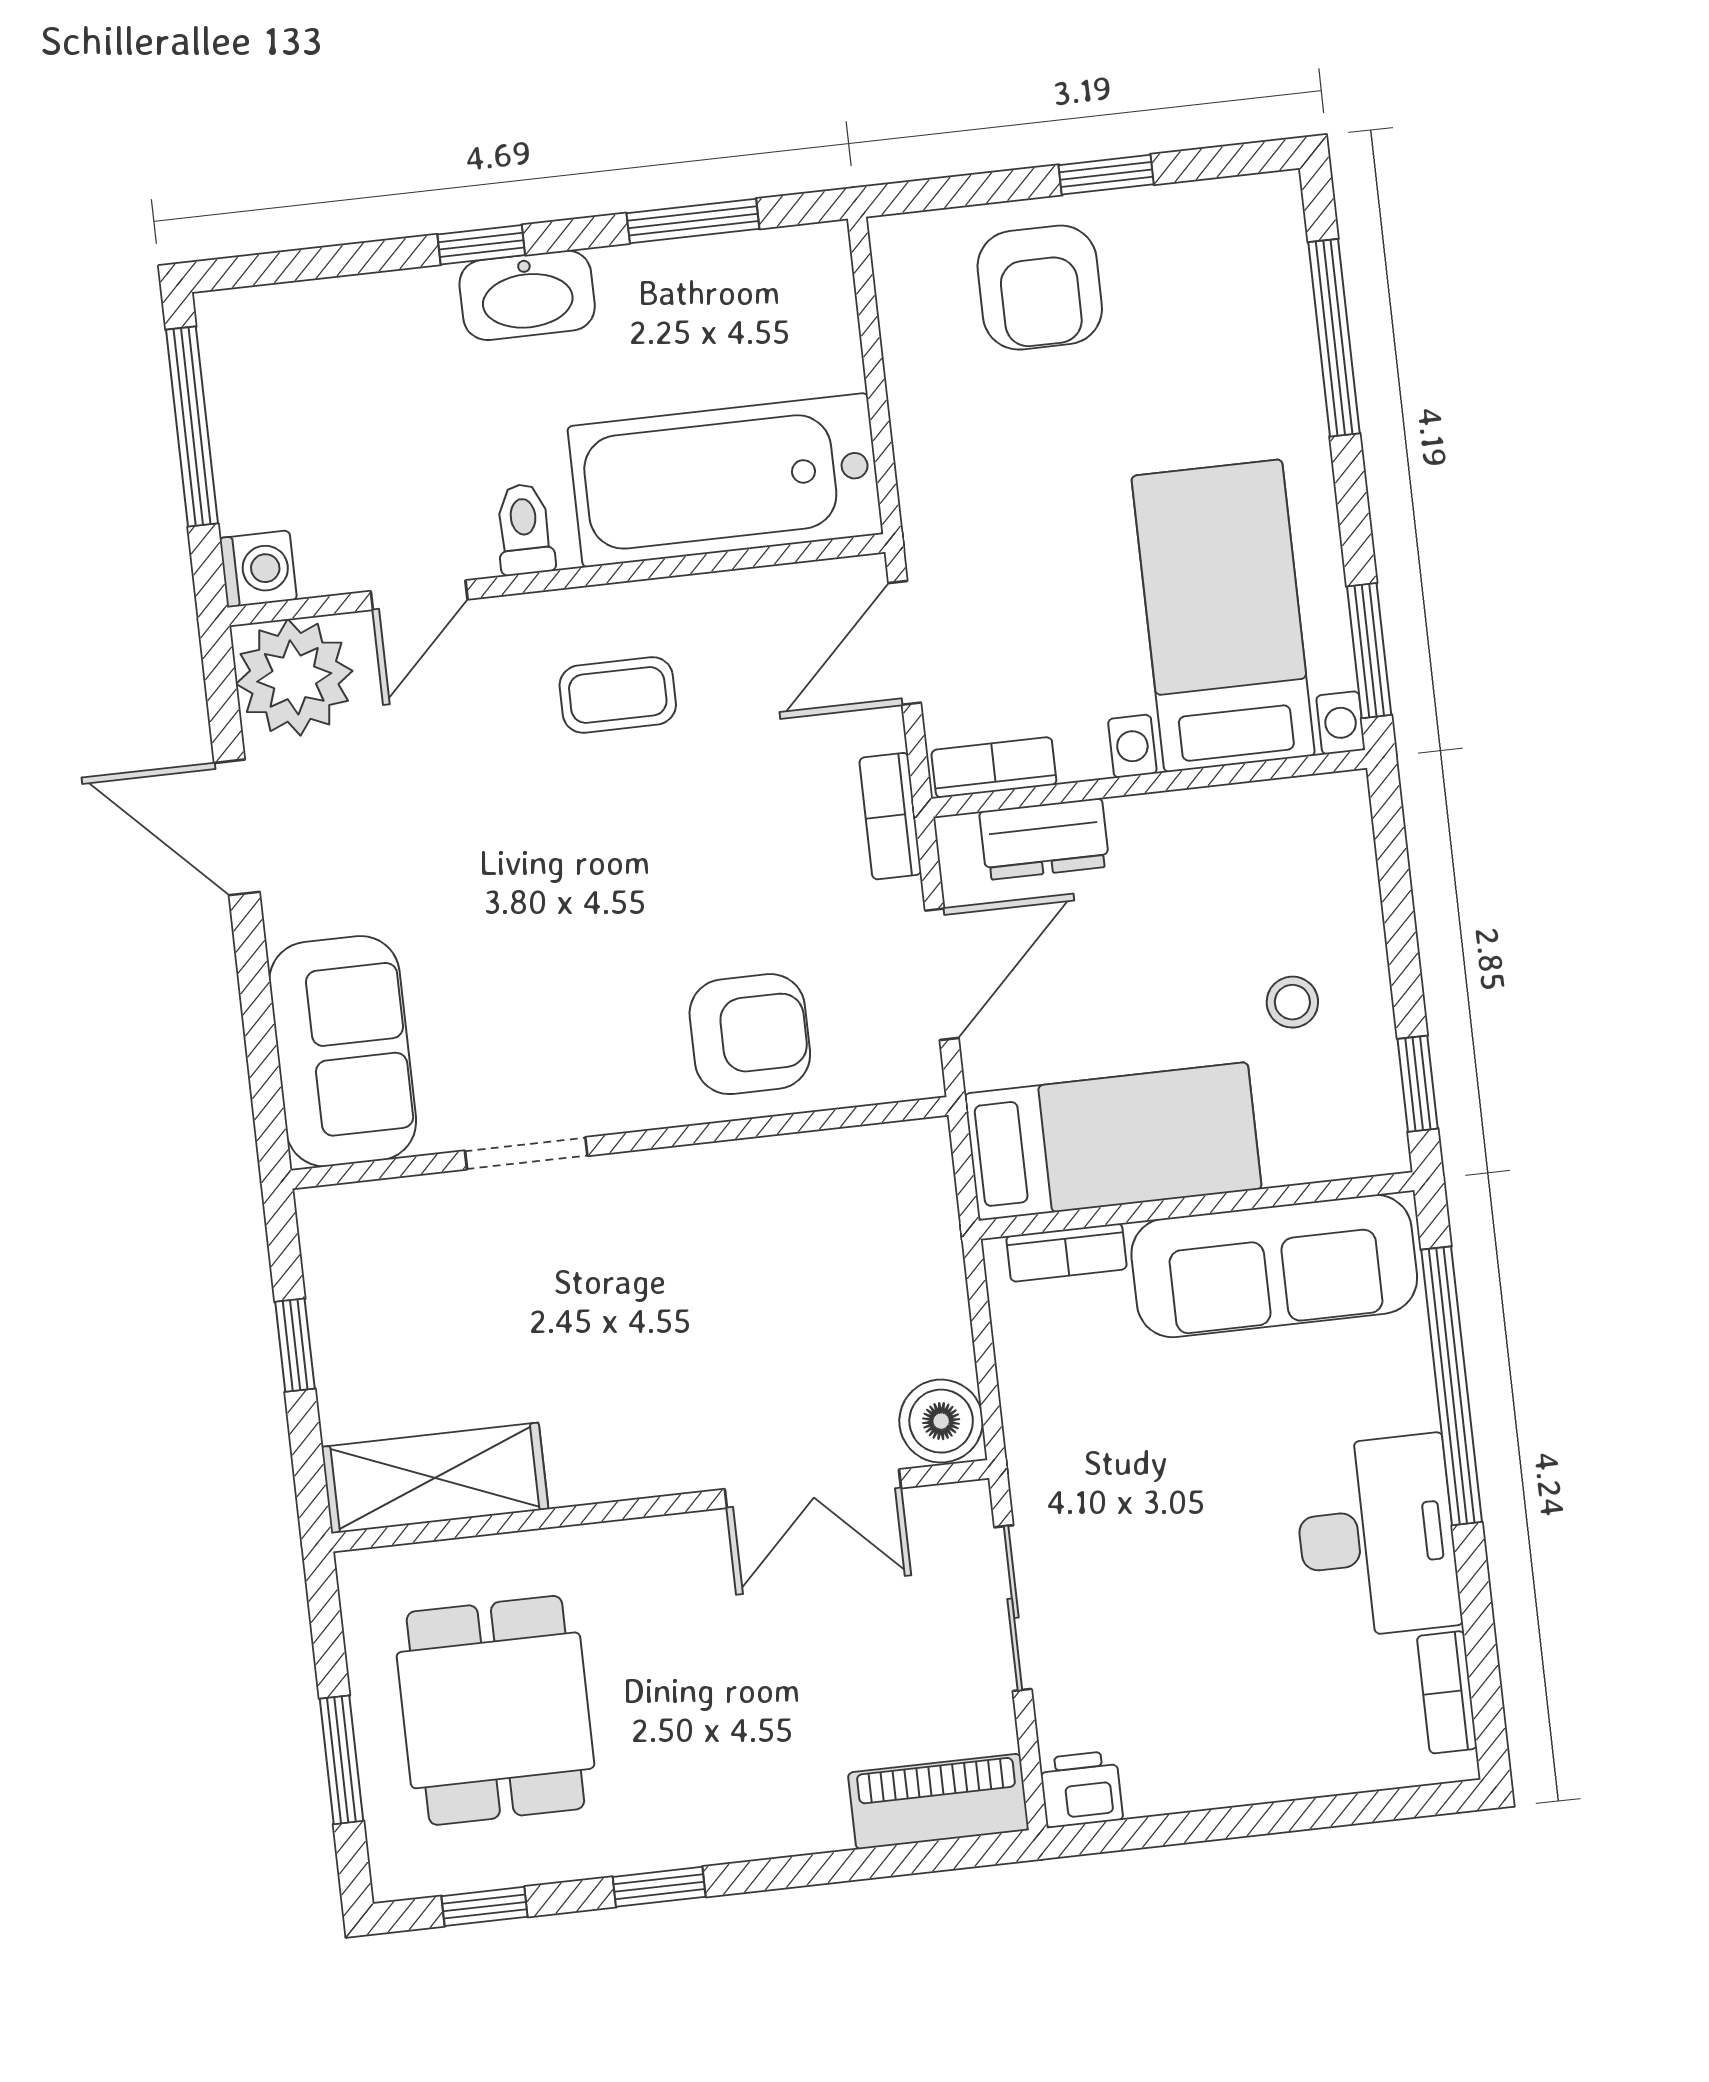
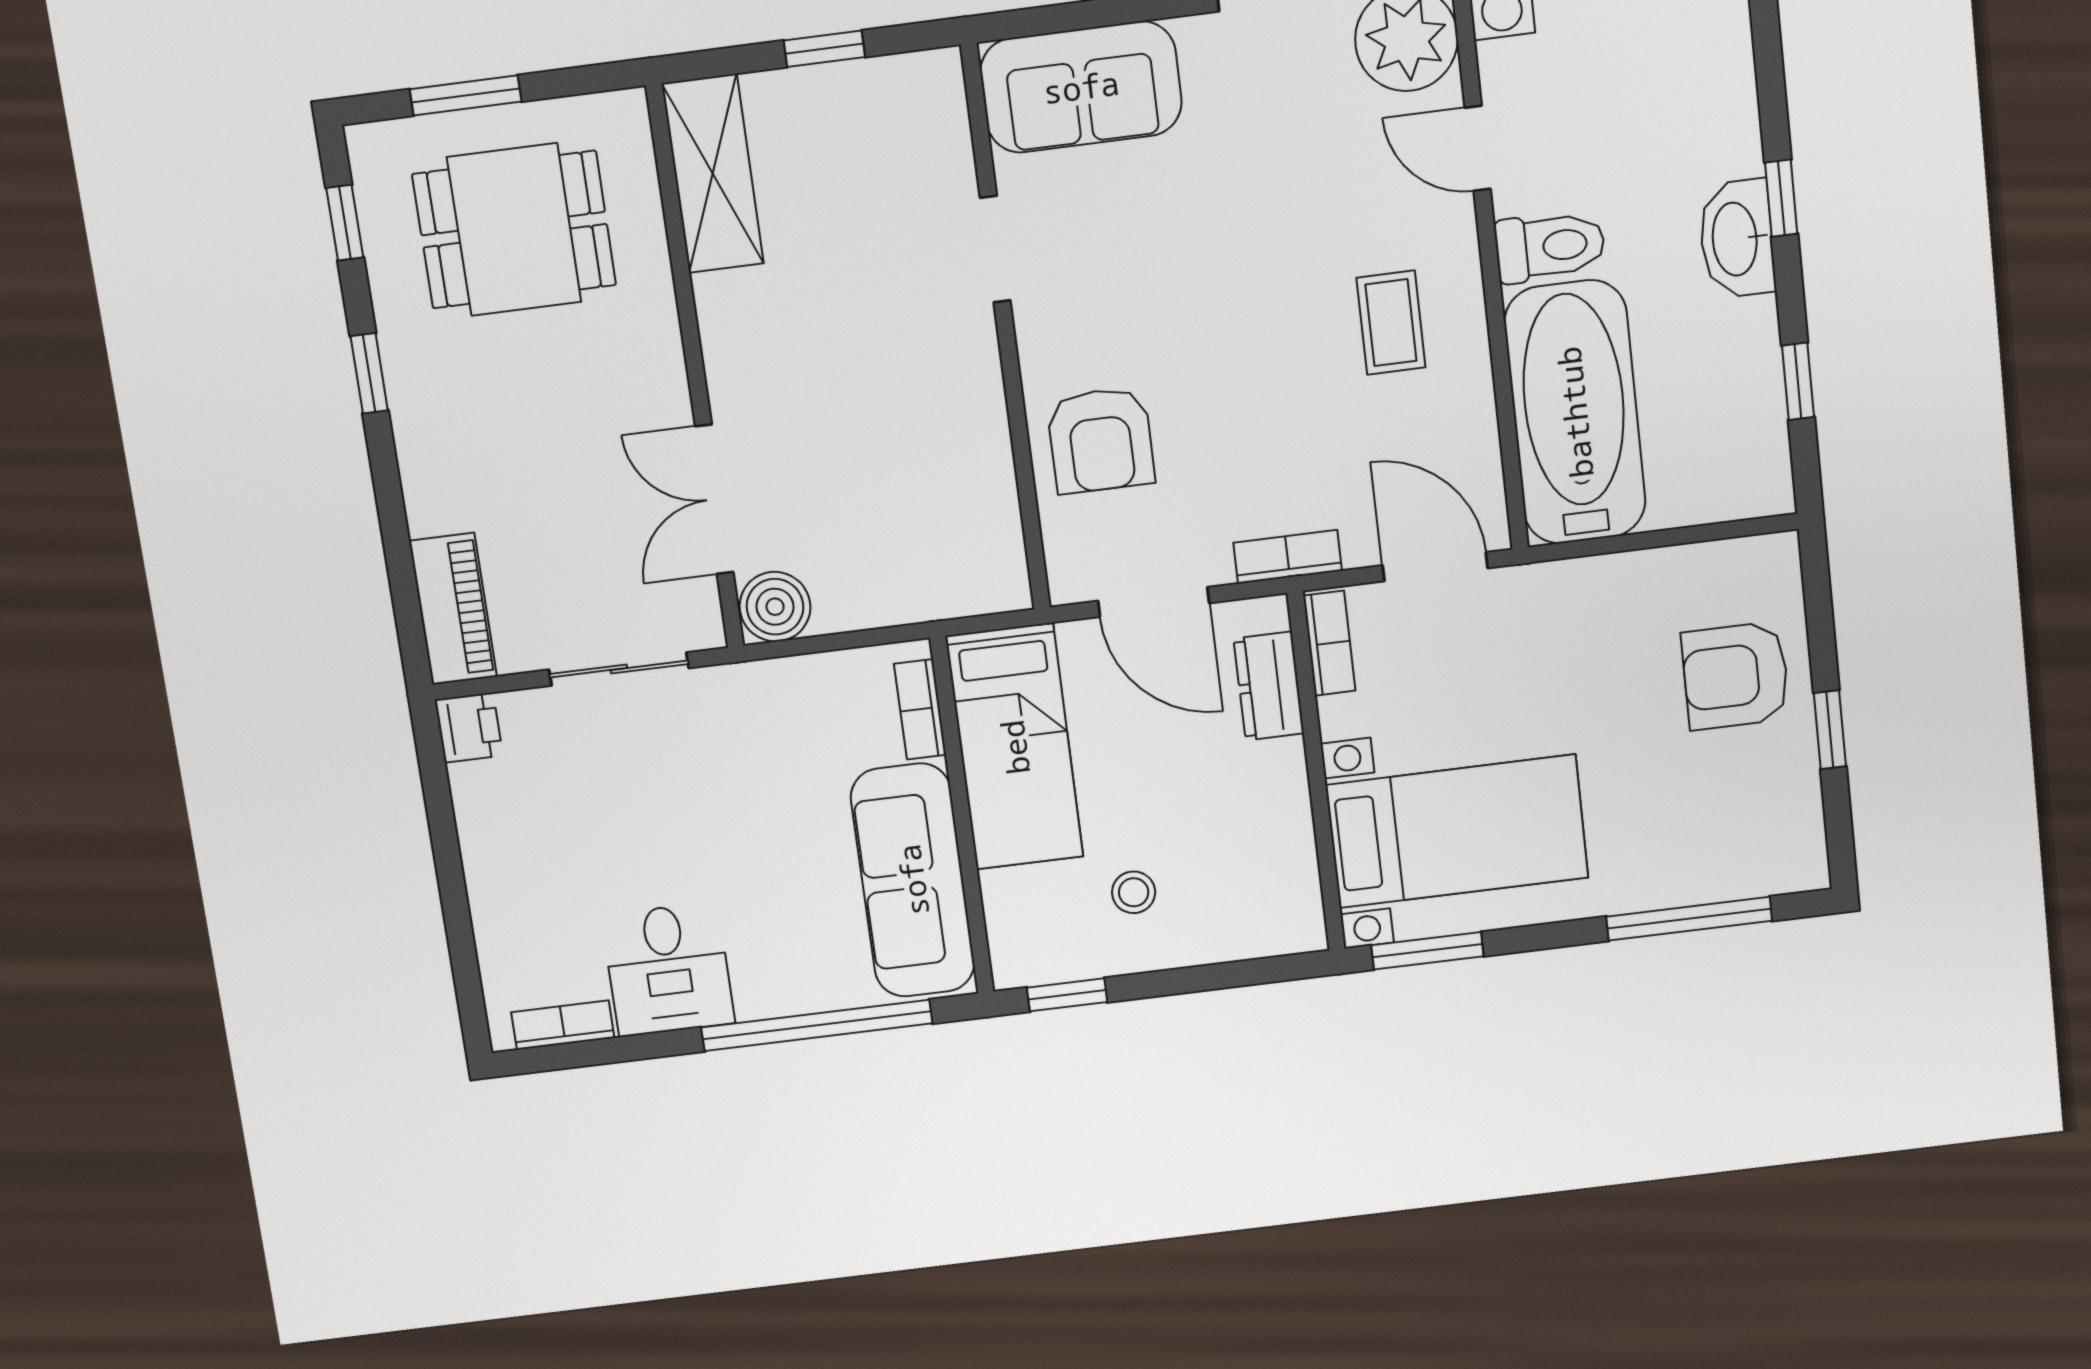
window: (693, 221) -> (1798, 381), width x0.67
toilet: (524, 529) -> (1550, 246), width x1.37, depth x1.39
desk: (1377, 1537) -> (668, 969), width x0.73

